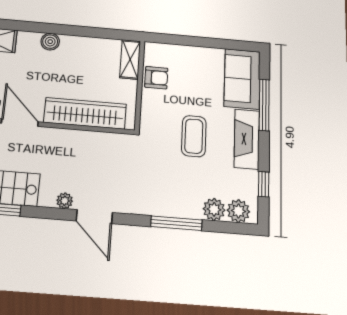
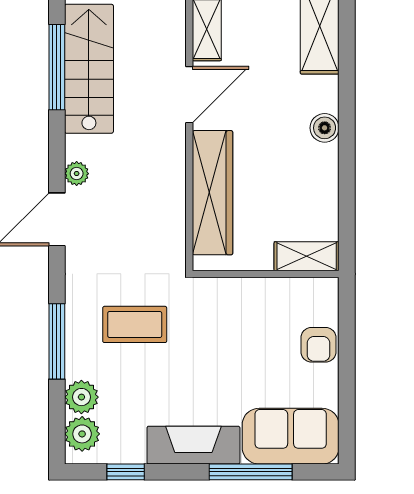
armchair: (156, 78) -> (318, 345), moved
coffee table: (194, 136) -> (135, 324), moved

